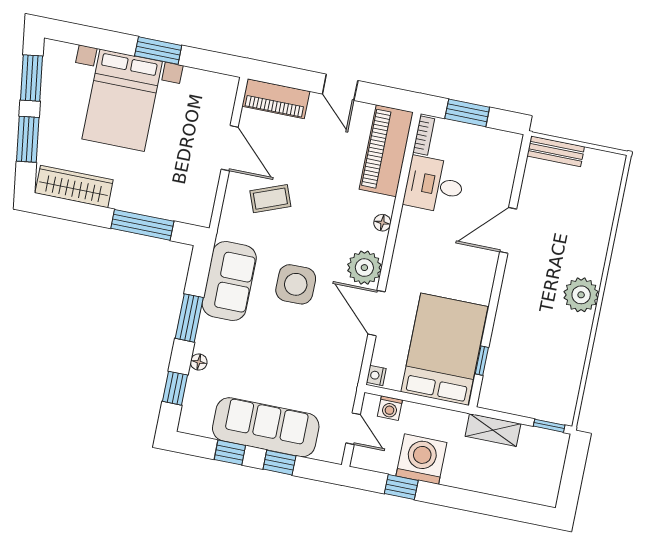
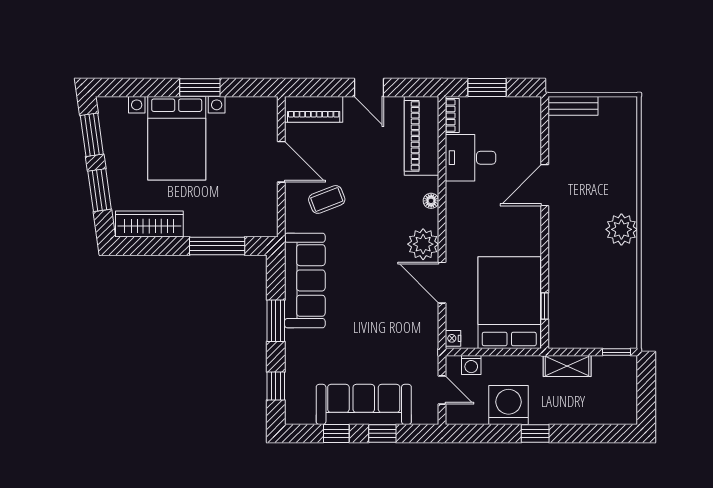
sofa: (229, 281) -> (305, 280), width x1.36
side table: (296, 284) -> (365, 271), removed
floor lamp: (199, 362) -> (292, 358), removed
window: (401, 487) -> (535, 433), moved

